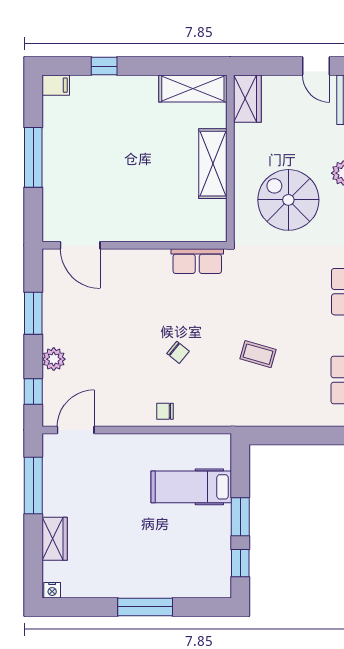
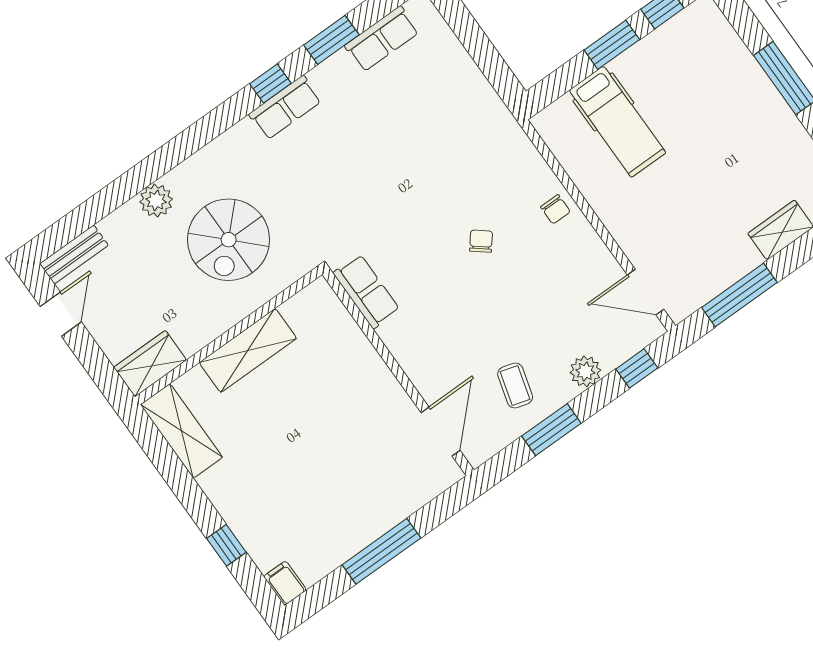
coffee table: (258, 354) -> (515, 385), moved

